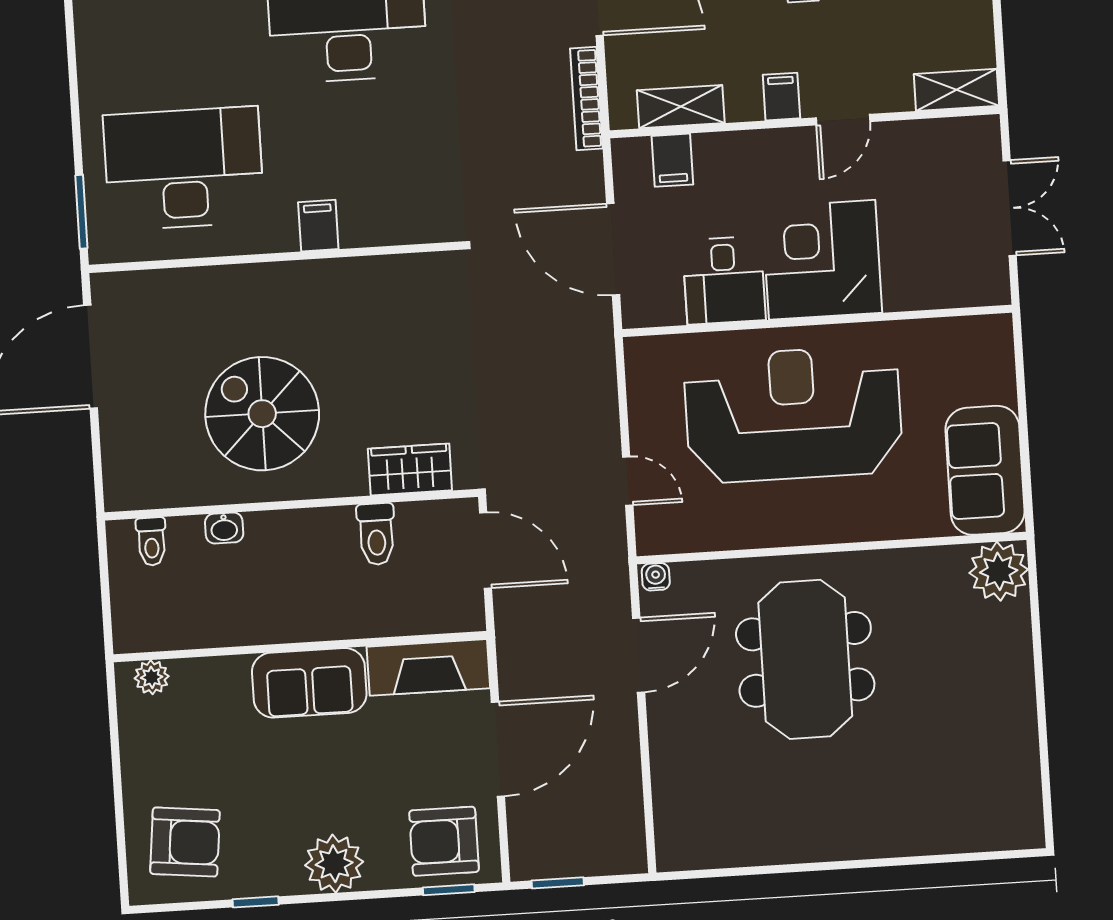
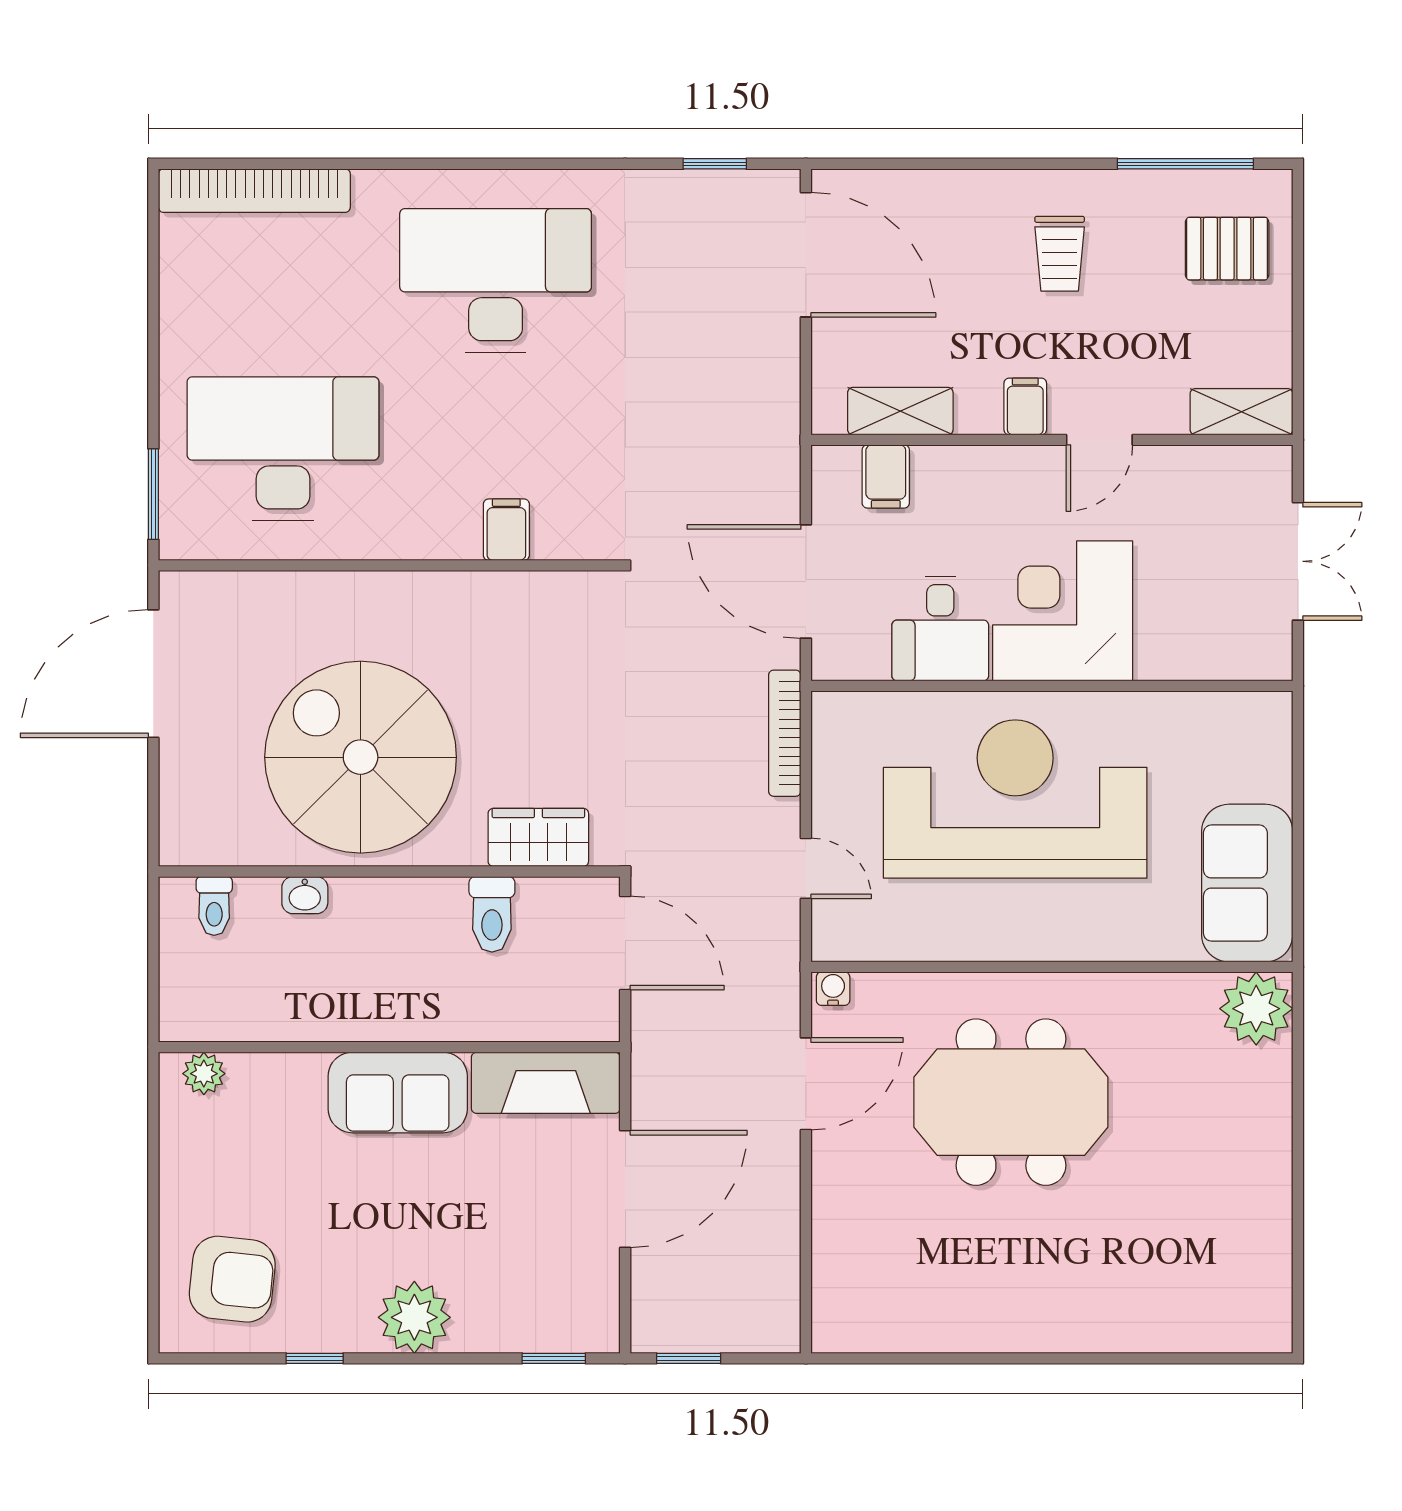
bookcase: (586, 98) -> (785, 733), moved
filing cabinet: (318, 226) -> (506, 530), moved
spiral stairs: (262, 414) -> (361, 757), width x1.37, depth x1.37
meeting table: (805, 659) -> (1011, 1102), turned 90
armchair: (444, 841) -> (552, 1298), removed

